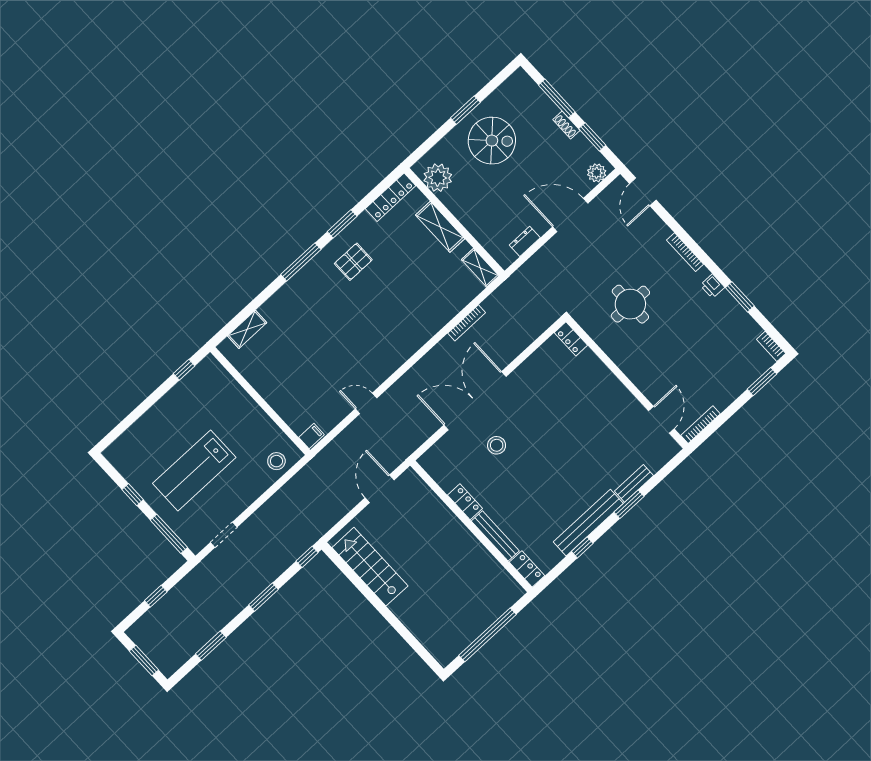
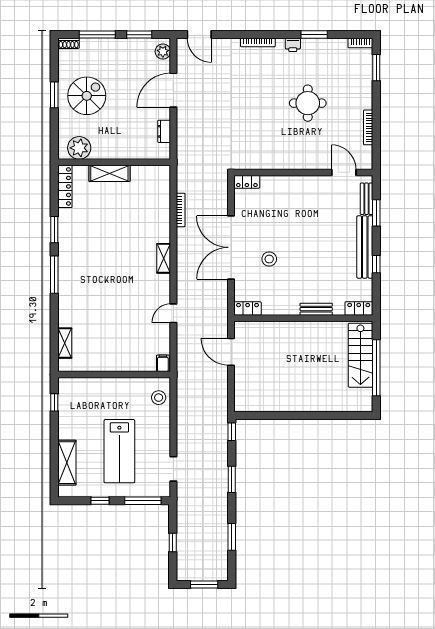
shoe rack: (566, 125) -> (69, 43), moved
pallet: (353, 262) -> (83, 244), removed
shelving: (480, 268) -> (164, 258), moved, turned 90
round table: (630, 304) -> (308, 103), moved
locker: (571, 339) -> (247, 182), moved
wall: (627, 383) -> (303, 172), moved
door: (661, 420) -> (344, 172), moved
shelving: (140, 432) -> (67, 463), added
locker: (465, 502) -> (248, 308), moved
bench: (495, 536) -> (316, 309), width x0.73
stairs: (370, 567) -> (360, 355), moved, turned -90

